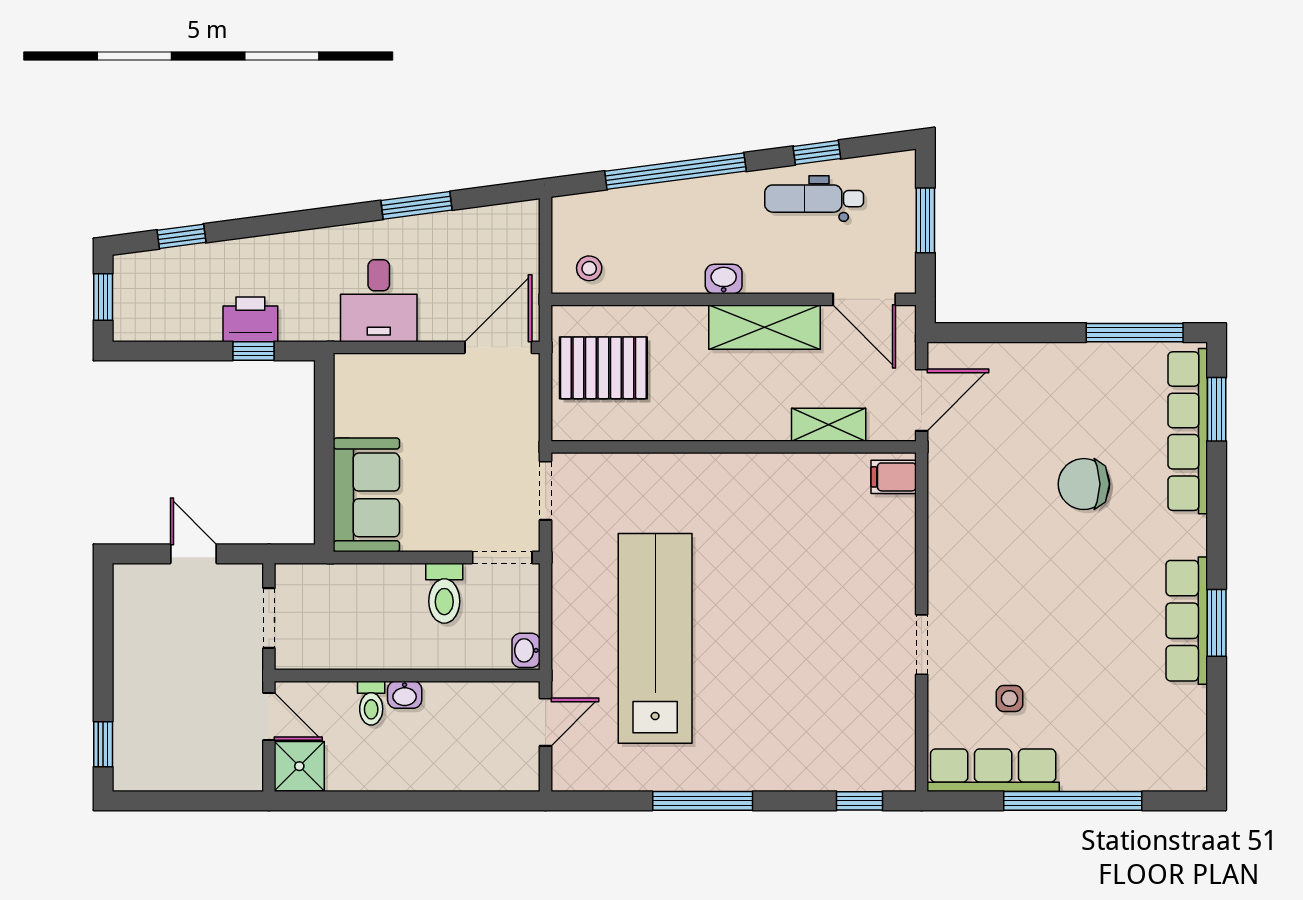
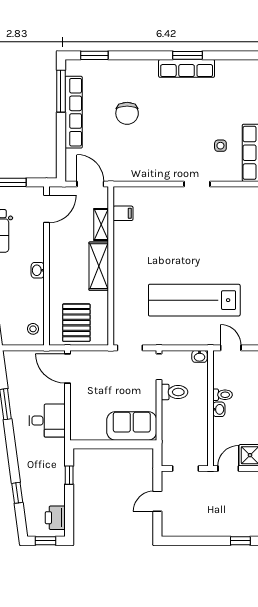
window: (182, 236) -> (17, 493), moved
printer: (250, 319) -> (55, 518), moved
shelving: (764, 327) -> (99, 266), moved
row of seats: (1188, 431) -> (74, 112), moved, turned -90
filing cabinet: (894, 477) -> (123, 213), moved, turned -90
toilet: (371, 703) -> (222, 395), moved

